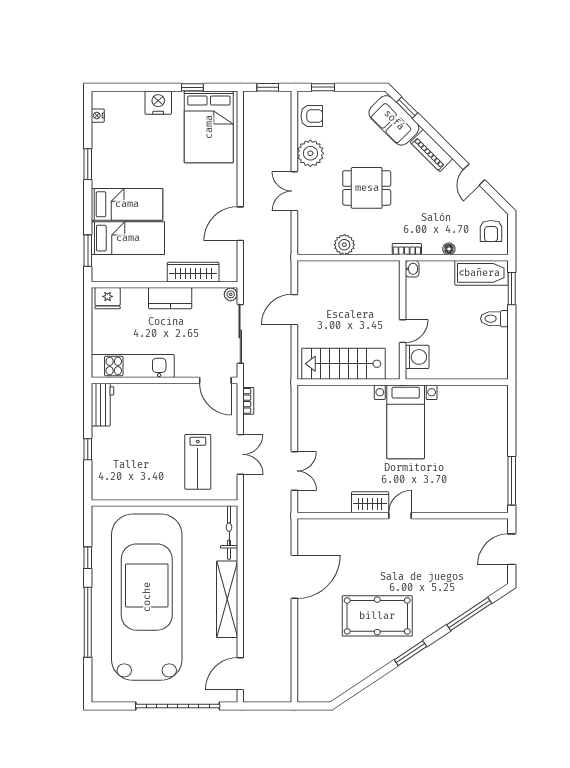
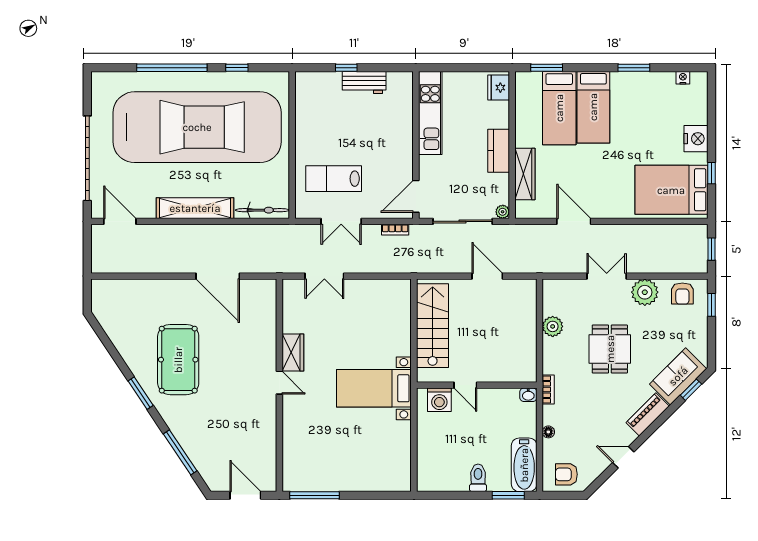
workbench: (103, 405) -> (364, 83), moved

